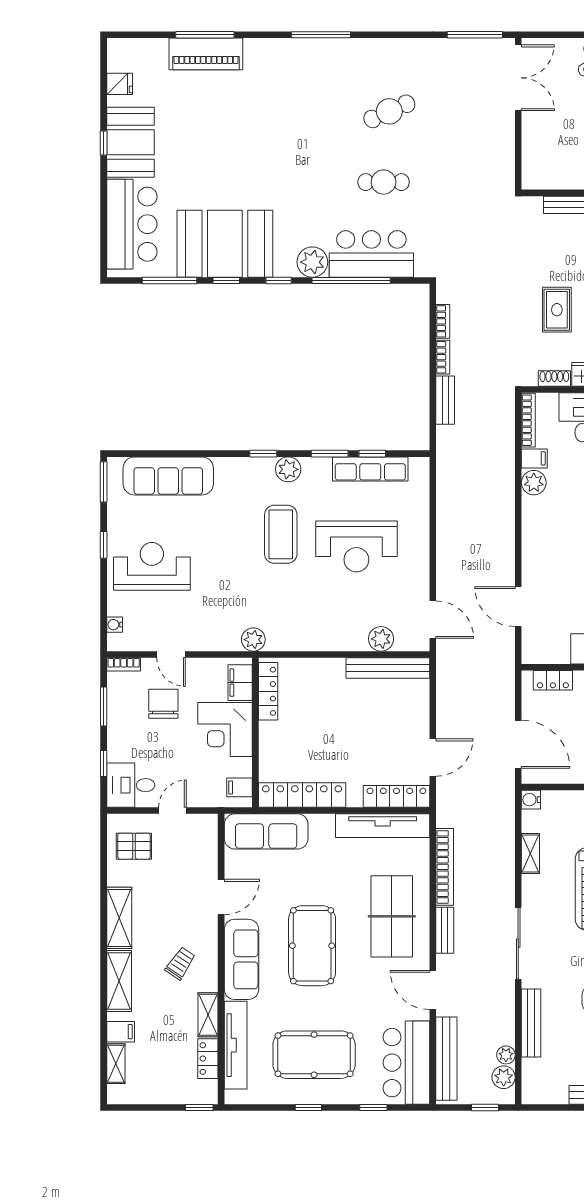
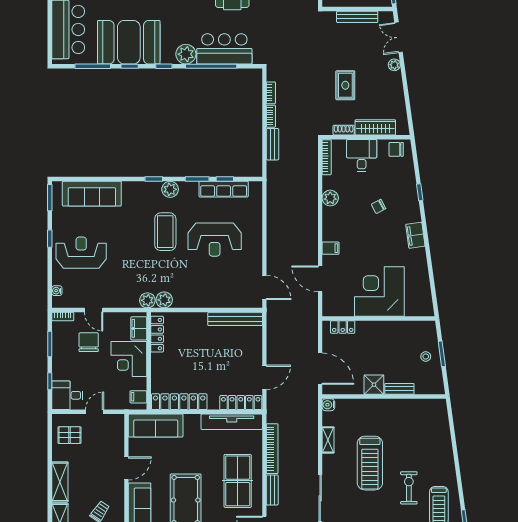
filing cabinet: (534, 458) -> (331, 248), moved
plant: (381, 639) -> (164, 300), moved

